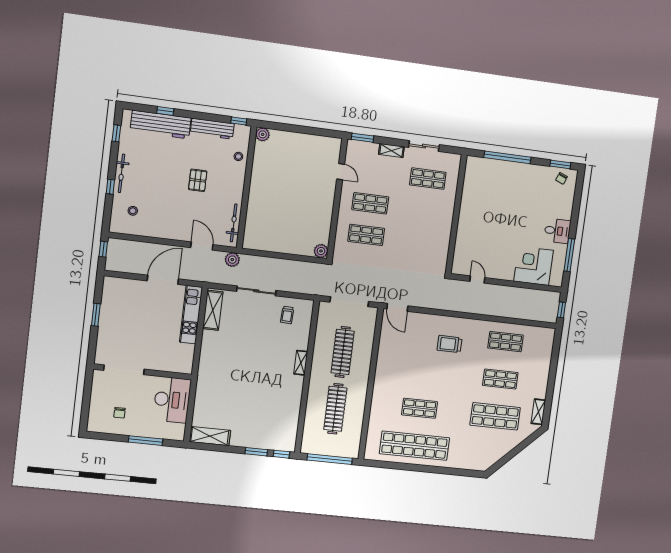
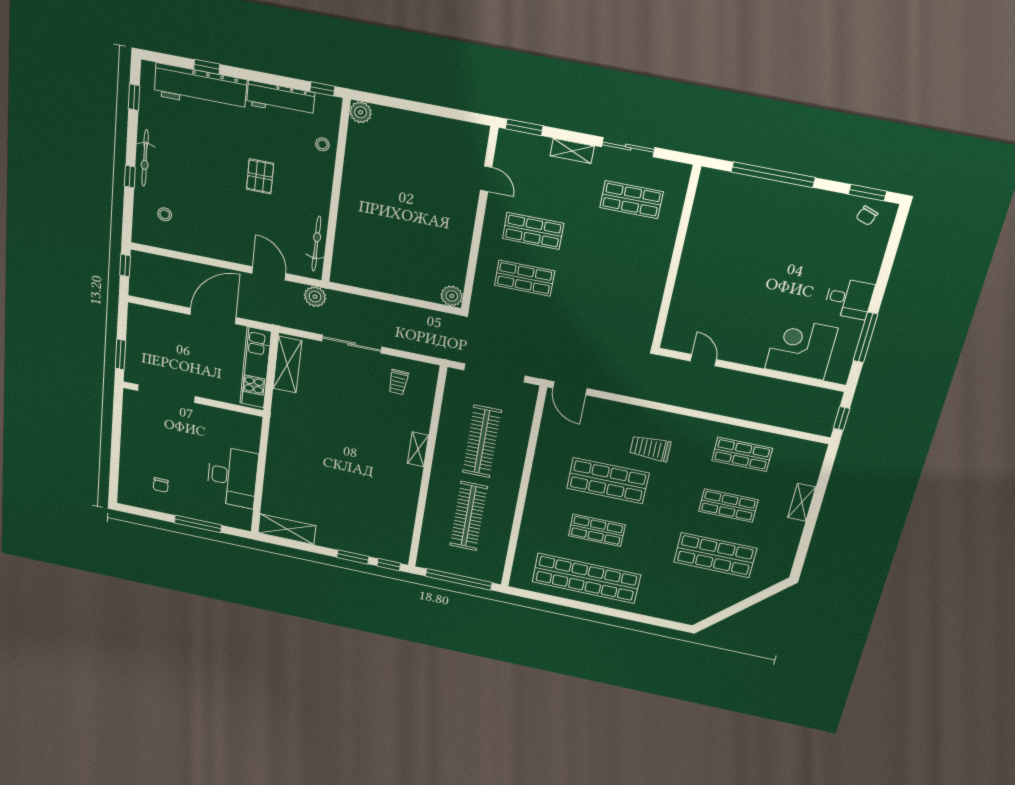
doorway: (124, 370) -> (166, 394), moved
shop shelf: (425, 371) -> (608, 481), added
wall: (143, 372) -> (193, 399), moved
shelving: (538, 412) -> (802, 502), moved

